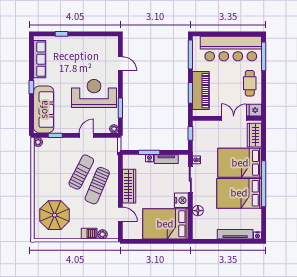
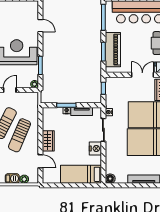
wardrobe: (129, 186) -> (48, 141), width x0.67
floor lamp: (198, 211) -> (110, 179), moved
bed: (165, 224) -> (81, 174), width x0.67

